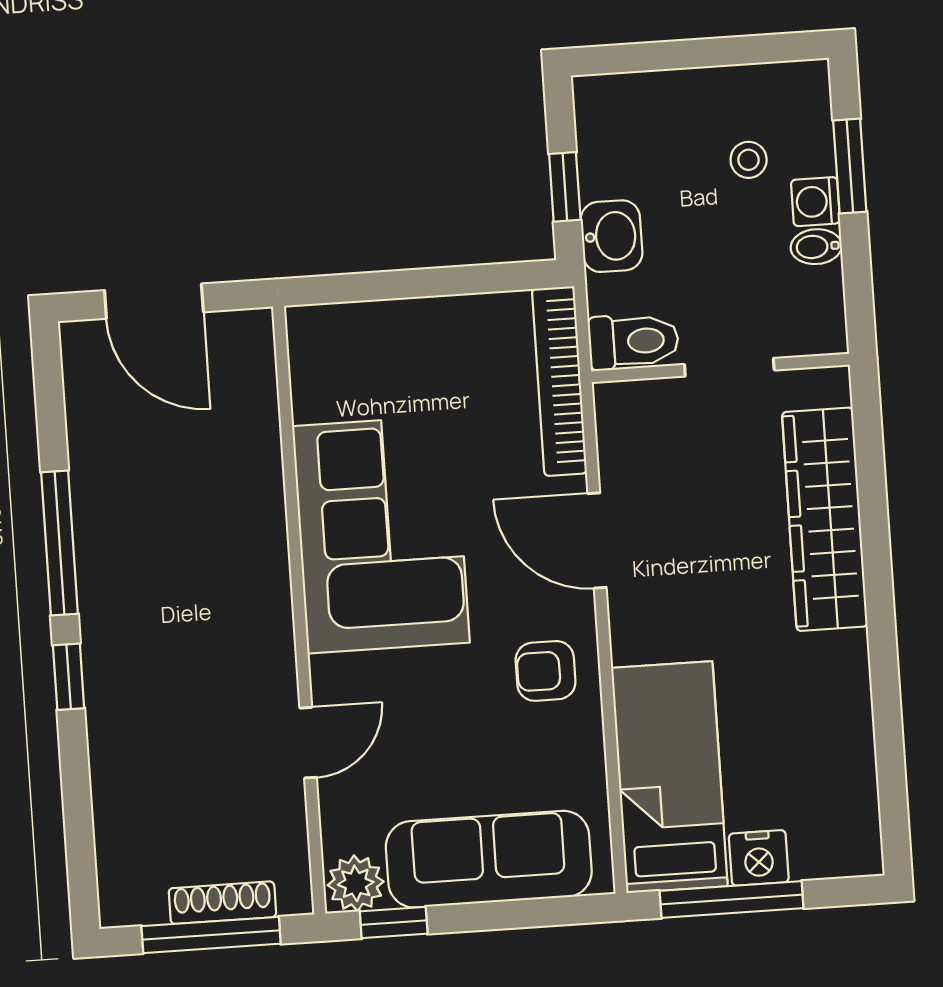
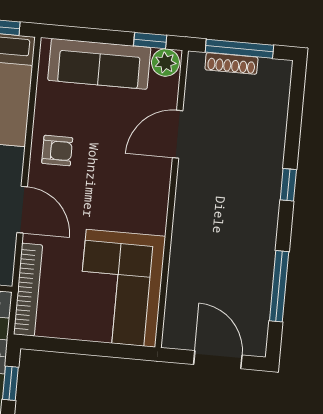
corner sofa: (381, 534) -> (121, 288), moved
window: (59, 543) -> (279, 286), moved
door: (308, 743) -> (178, 134), width x1.38

